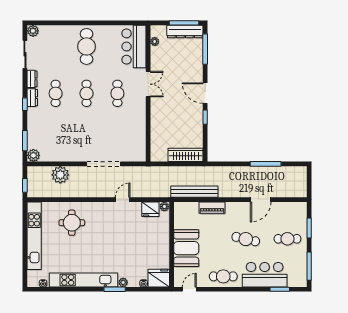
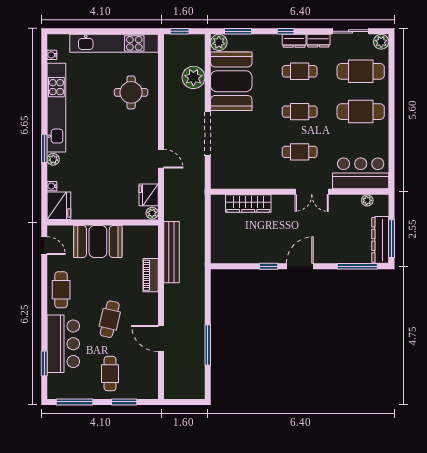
cafe table: (56, 46) -> (361, 71), added
booth: (63, 146) -> (231, 81), added
wardrobe: (186, 155) -> (248, 203), moved, turned 90

